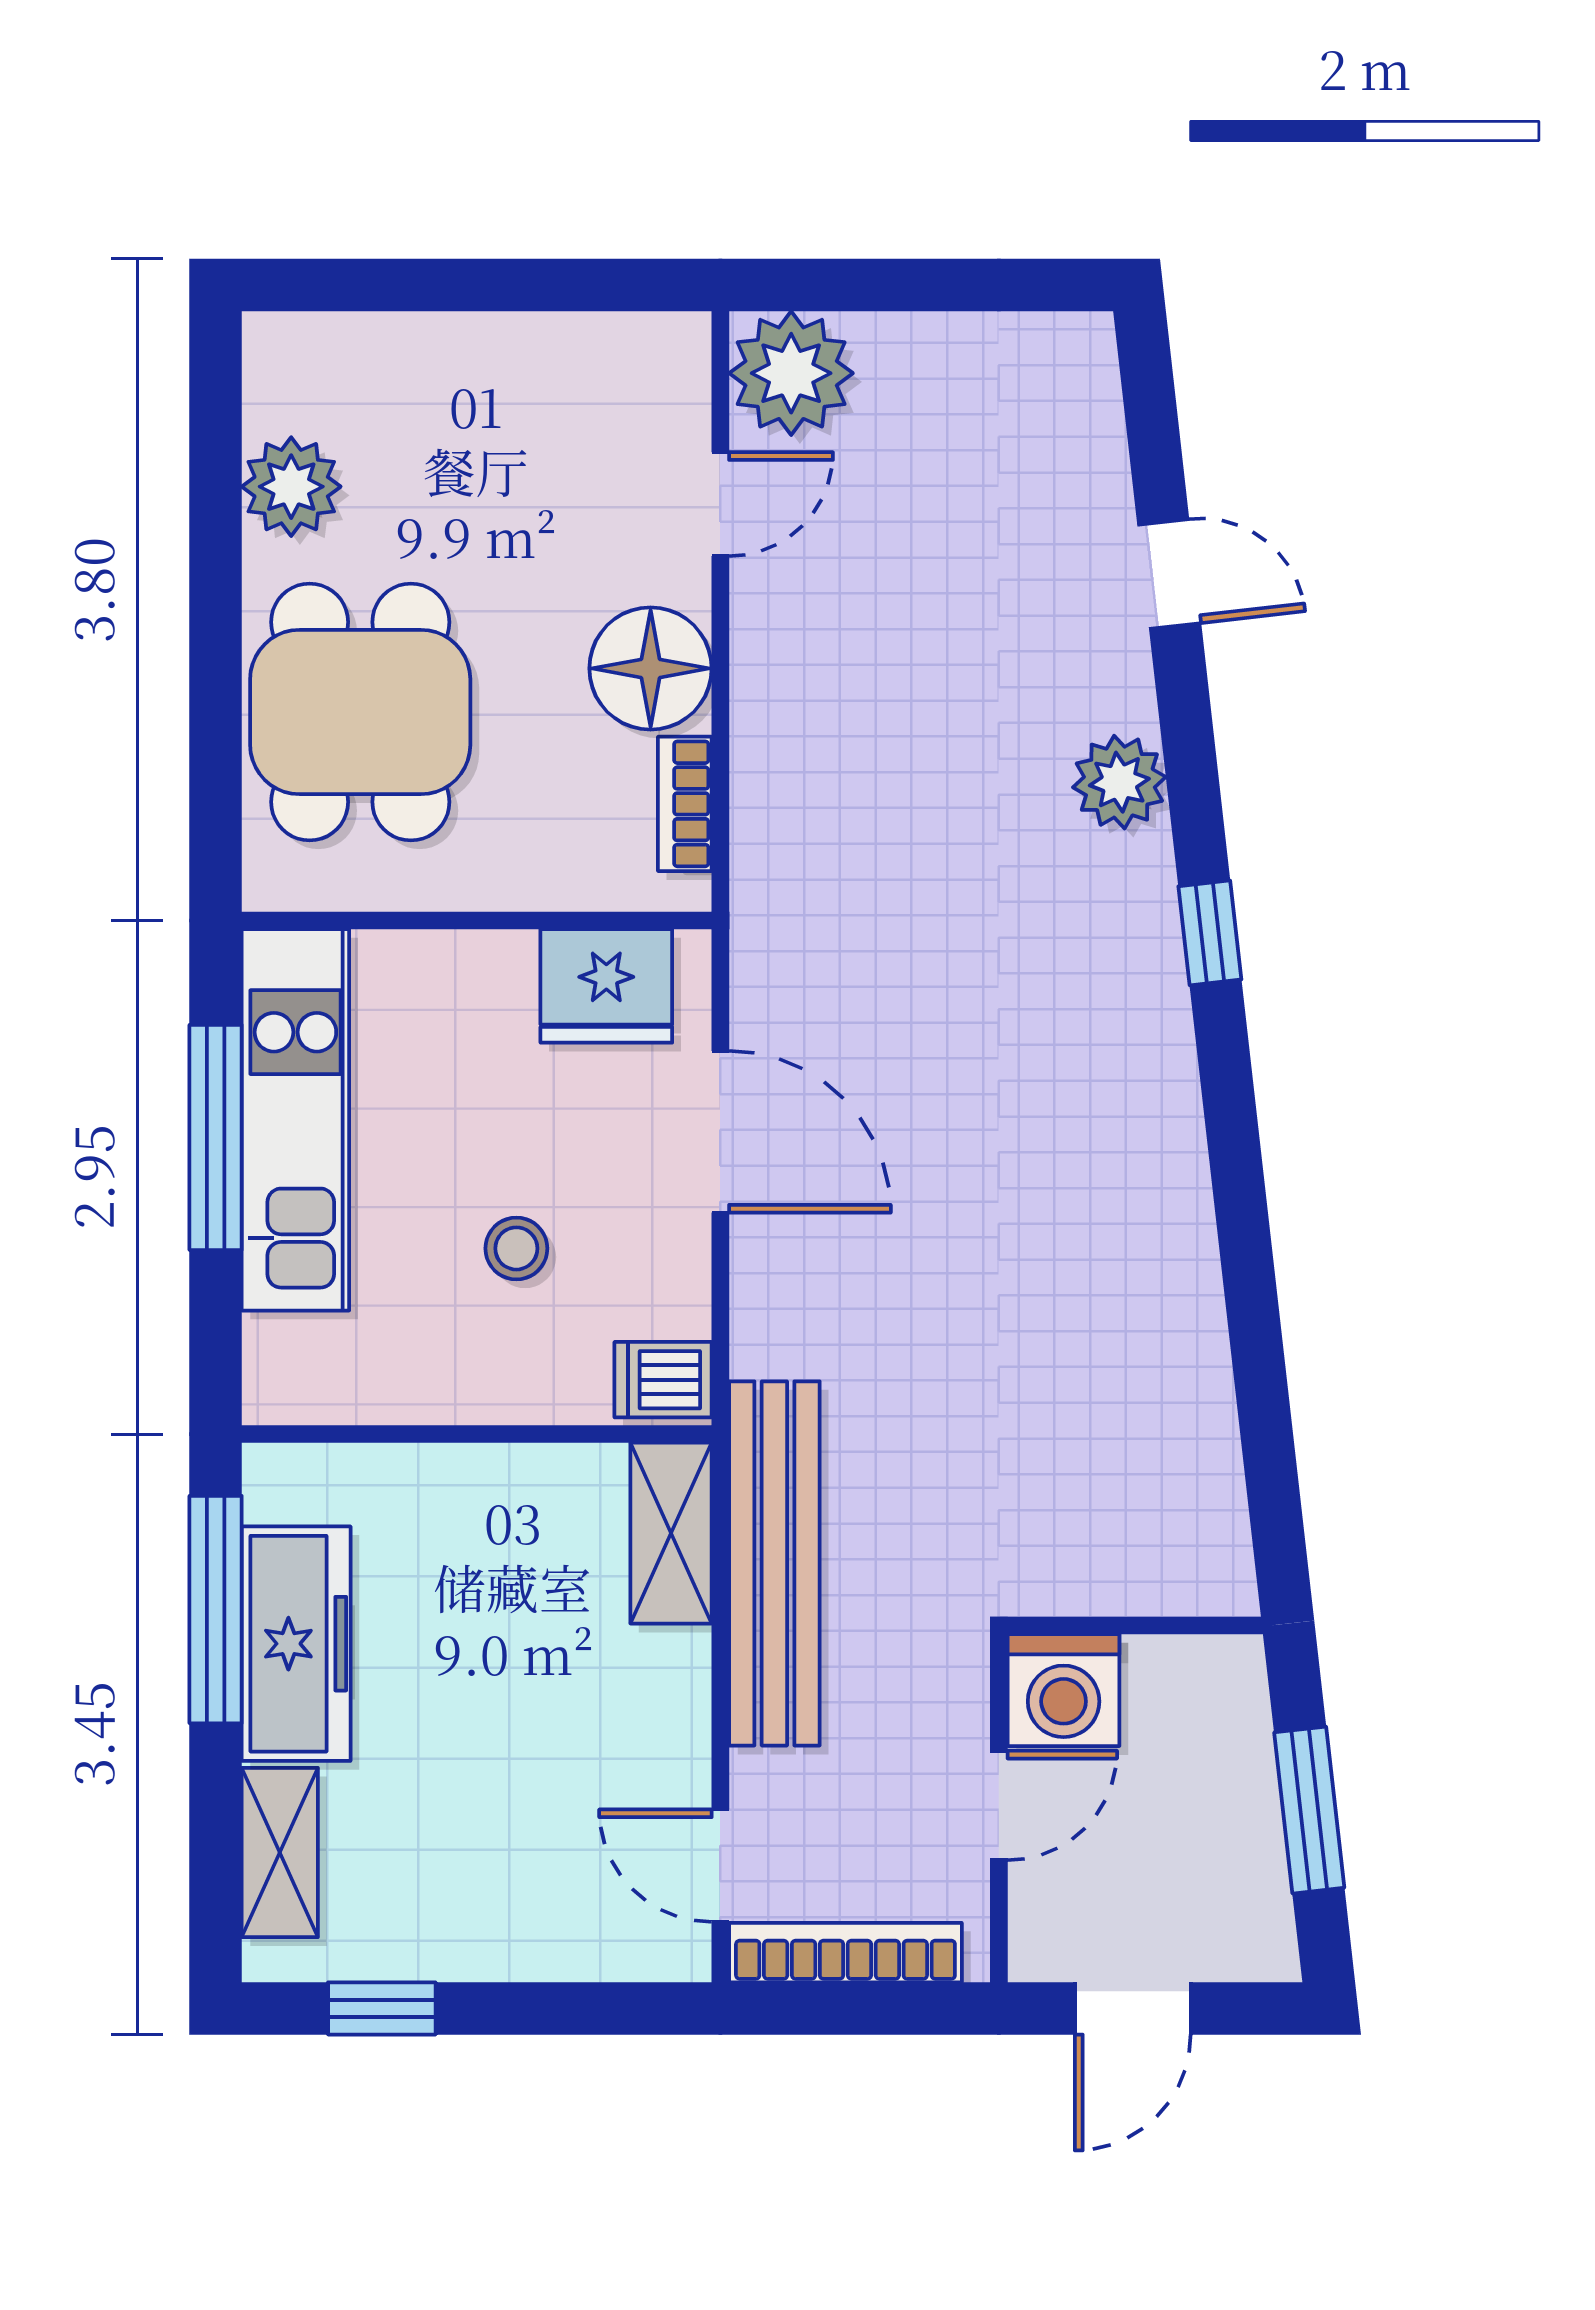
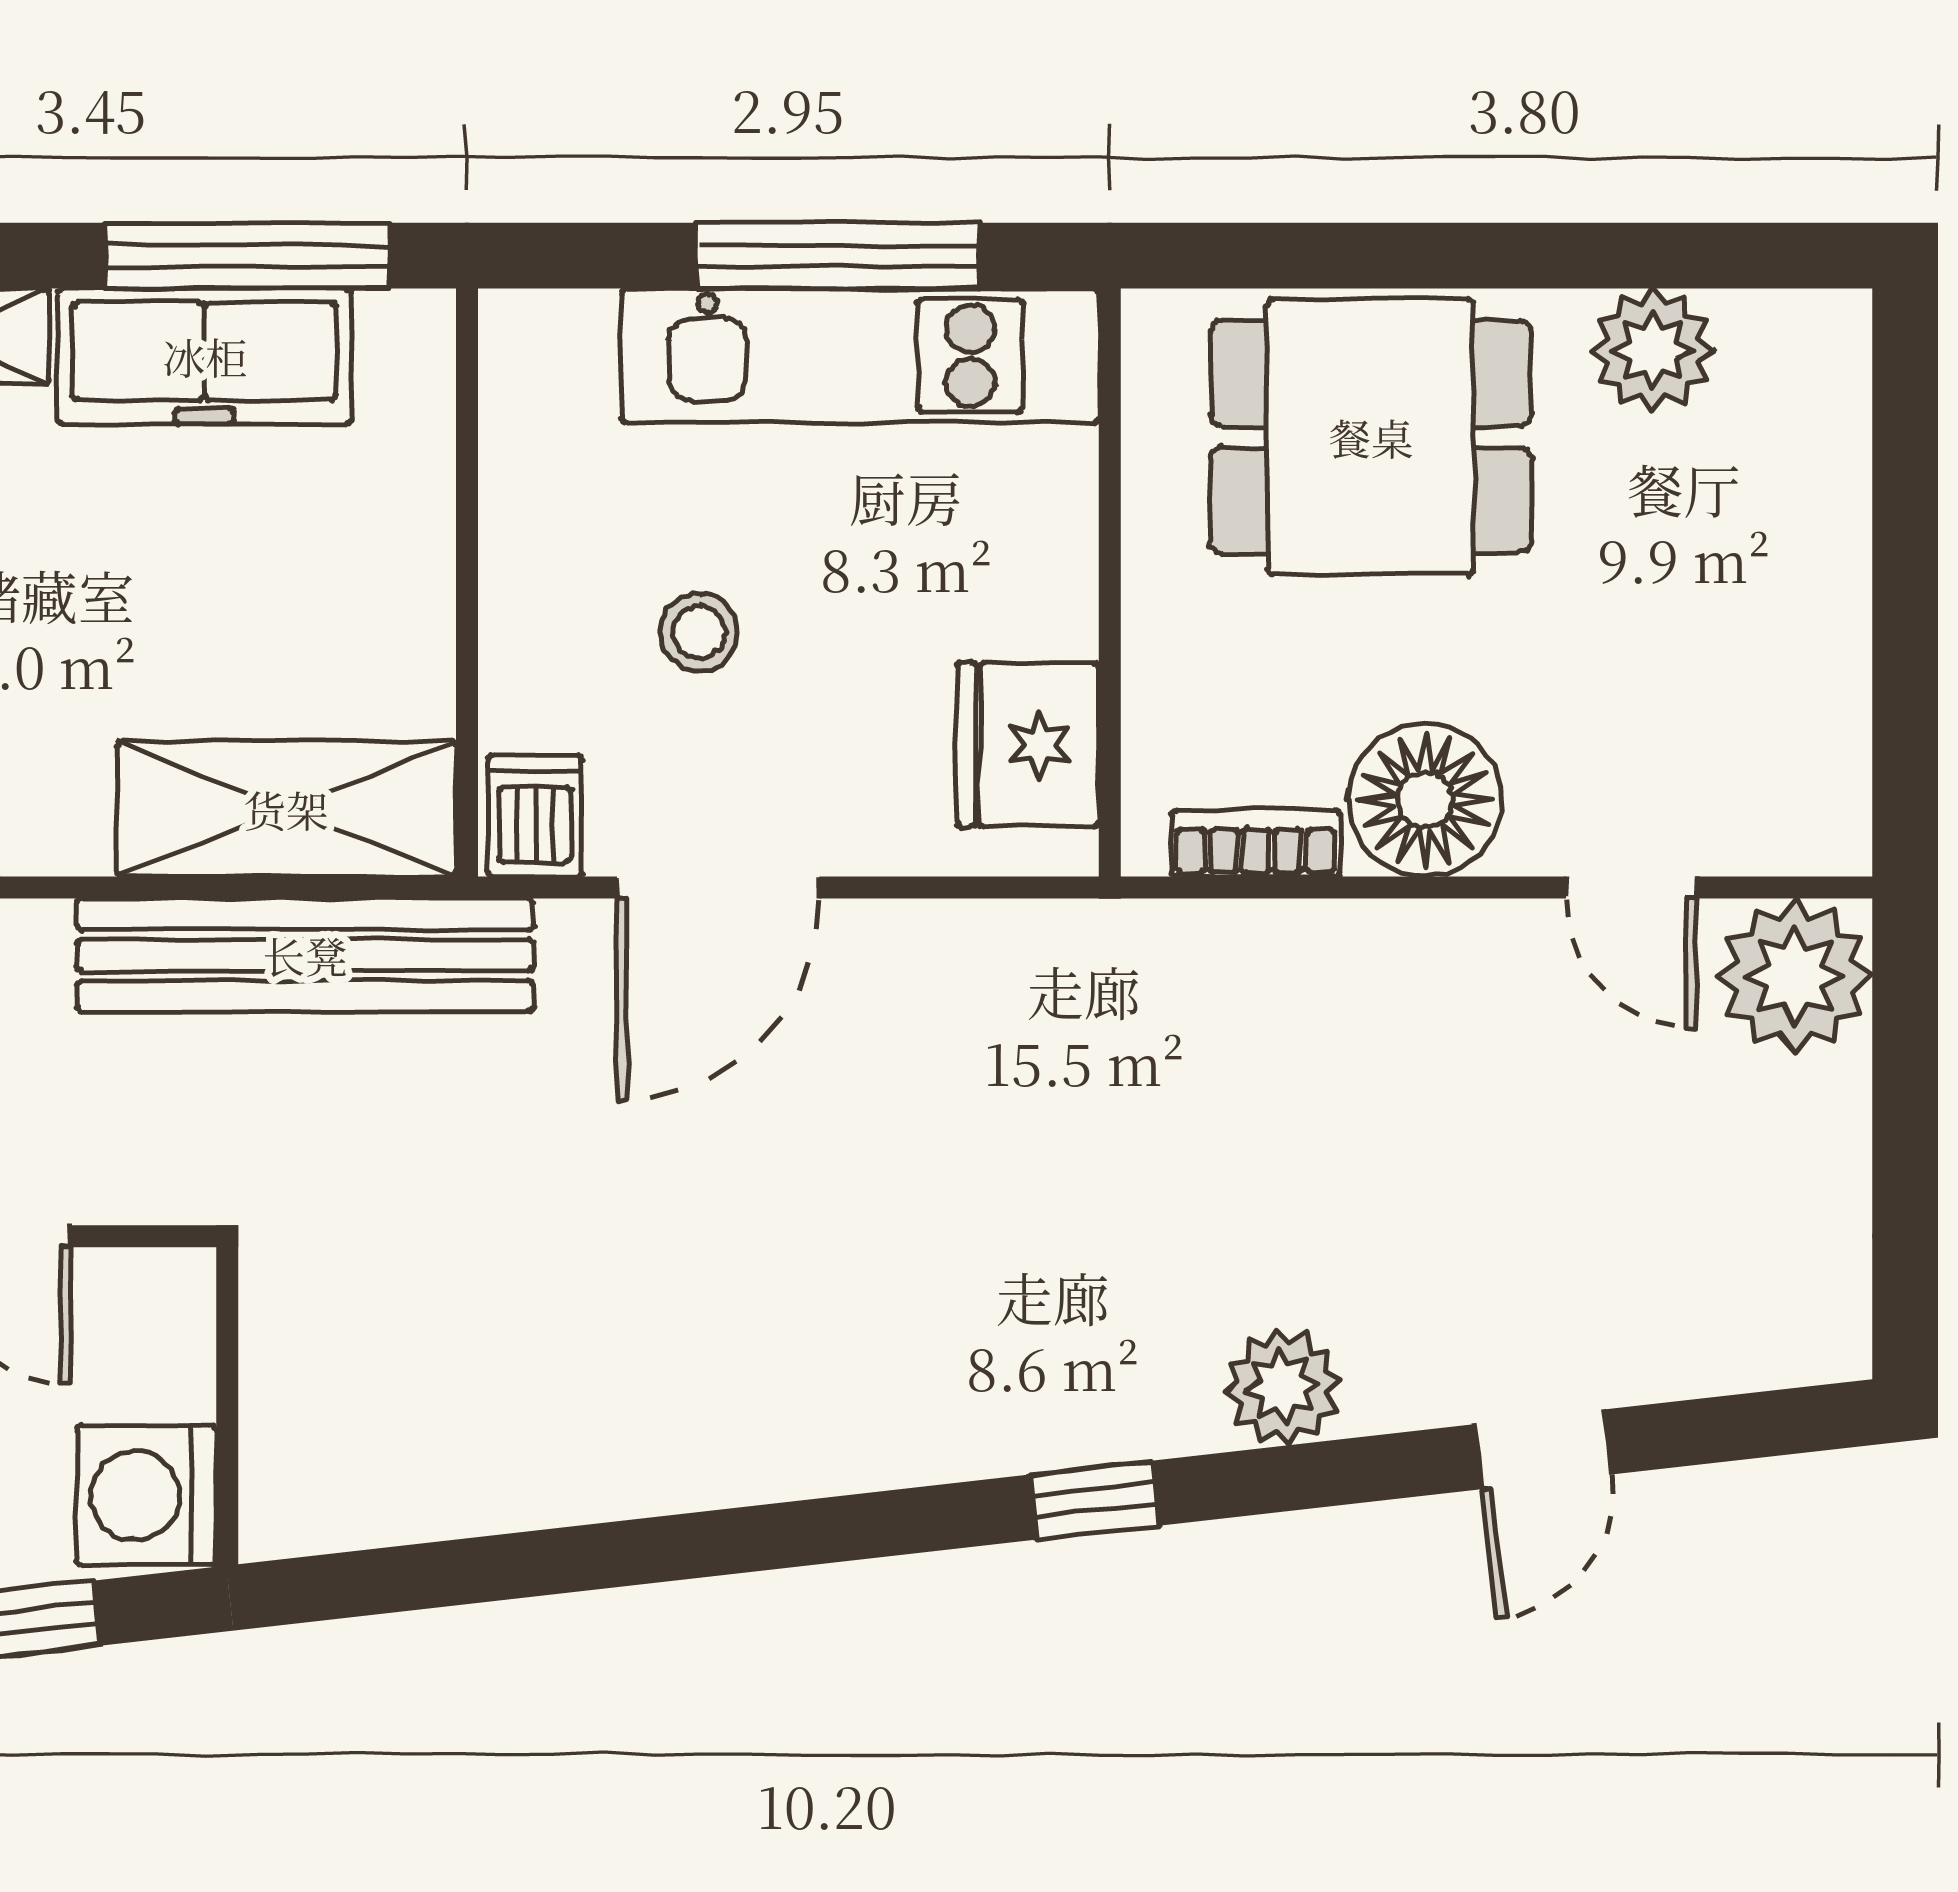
door: (720, 1132) -> (718, 888), moved
shelving: (671, 1533) -> (286, 809), width x1.50, depth x1.33
washing machine: (1064, 1690) -> (146, 1496), moved

